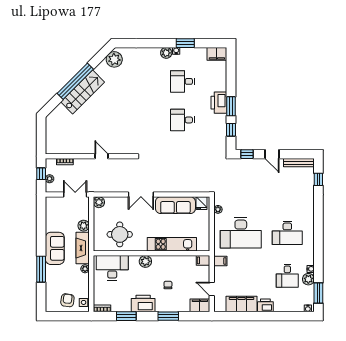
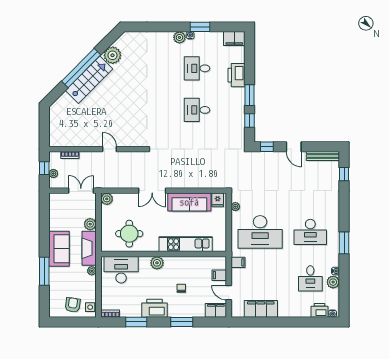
plant: (114, 59) -> (113, 55), moved
printer: (219, 103) -> (236, 75), moved
filing cabinet: (203, 260) -> (219, 275), moved
window: (318, 293) -> (344, 243), moved
printer: (265, 305) -> (319, 310), moved

